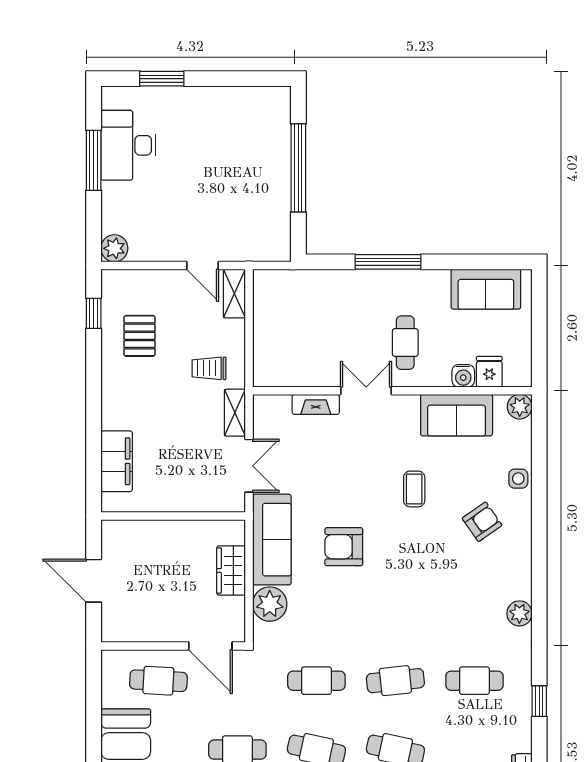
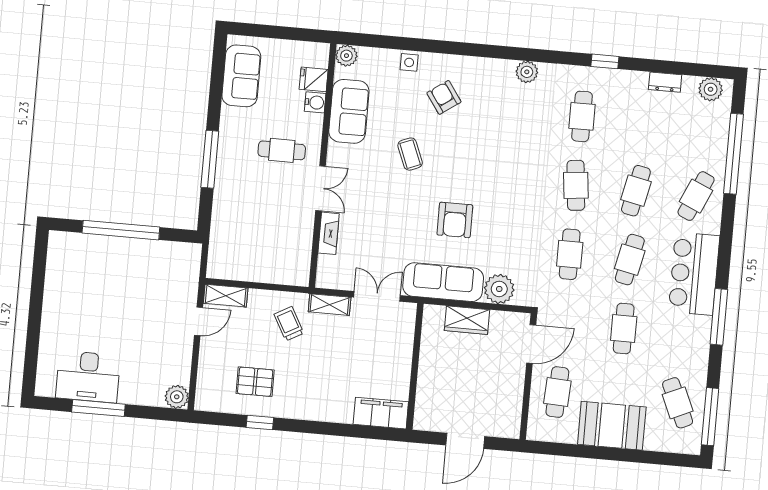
window: (162, 79) -> (33, 342), removed
window: (94, 313) -> (260, 422), moved
trolley: (209, 368) -> (289, 324), turned 151
double door: (366, 391) -> (321, 188), swing flipped
filing cabinet: (117, 461) -> (381, 413), moved
coffee table: (414, 489) -> (410, 154), turned 68

